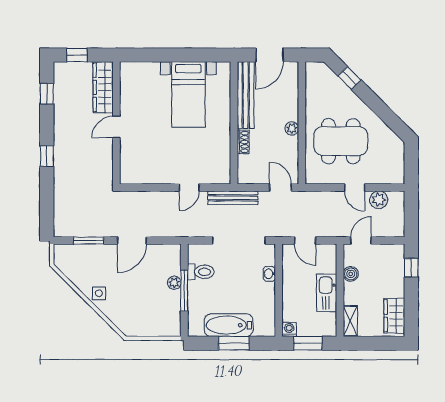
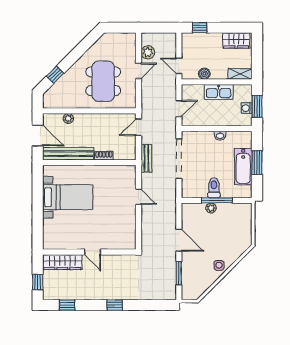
plant: (292, 128) -> (68, 119), moved
bench: (233, 198) -> (146, 158), width x0.73
toilet: (201, 272) -> (214, 188), moved
washbasin: (269, 274) -> (220, 136), moved
washing machine: (289, 329) -> (247, 108), moved

